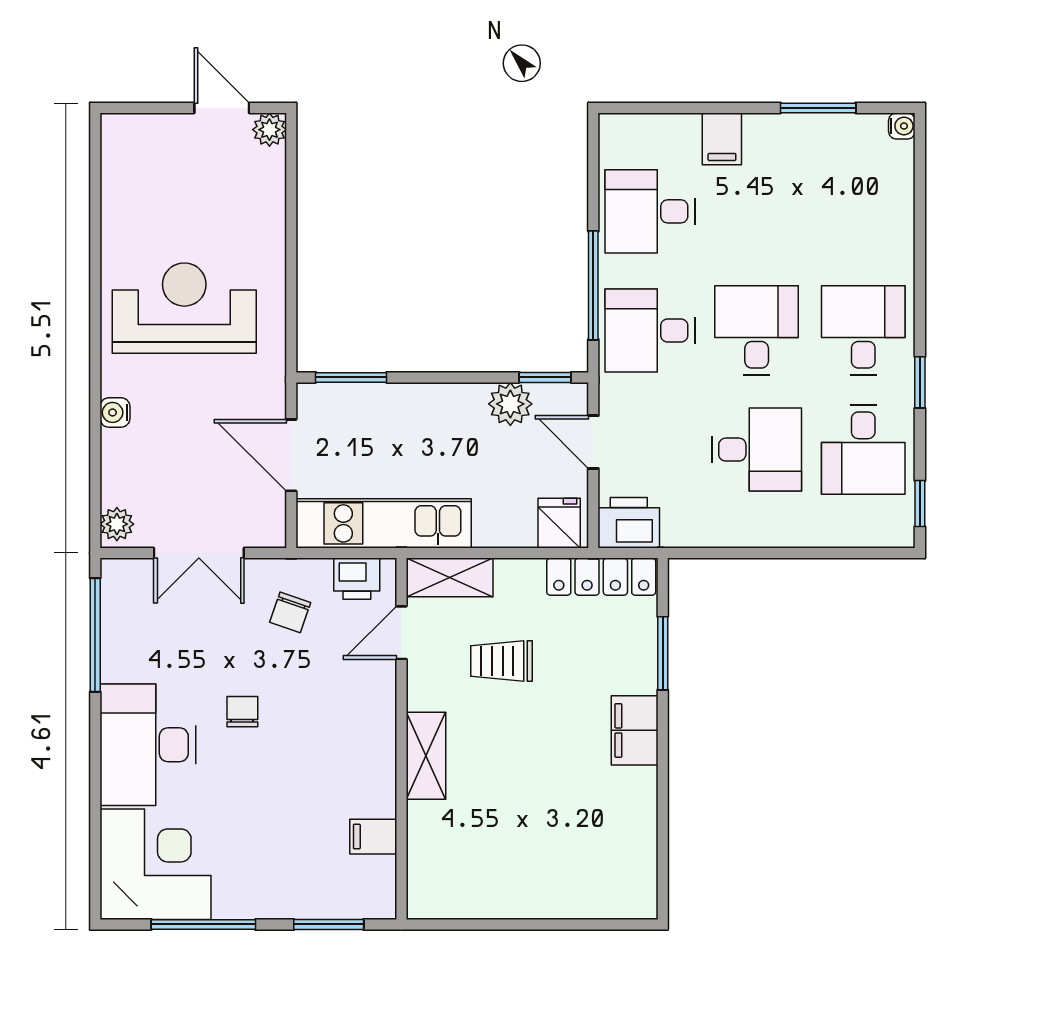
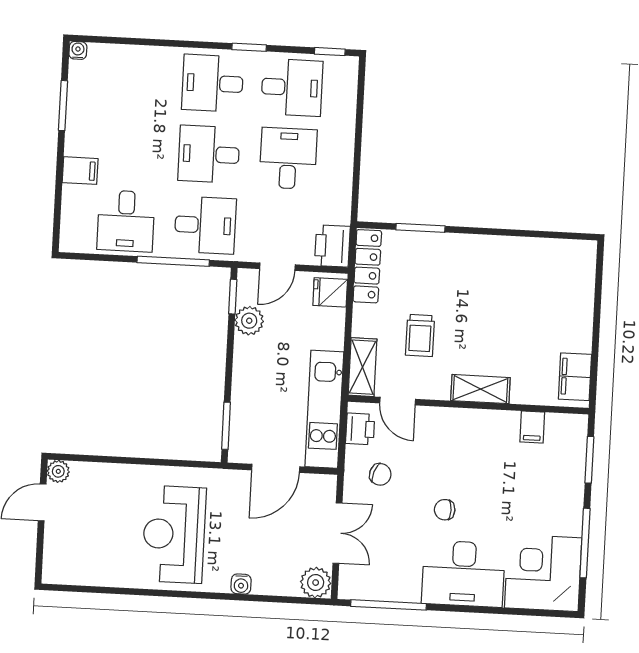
desk: (650, 330) -> (205, 225), turned -90
plant: (117, 524) -> (316, 583), width x1.38, depth x1.38
filing cabinet: (635, 730) -> (575, 377), moved, turned 90

